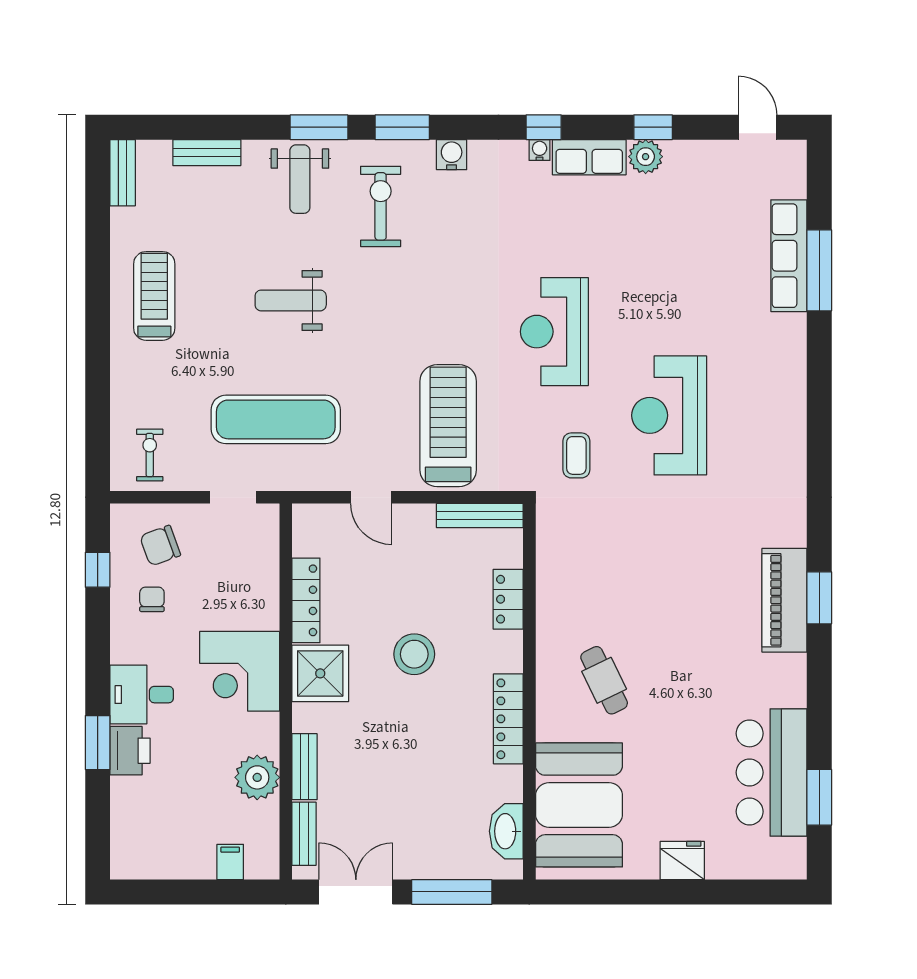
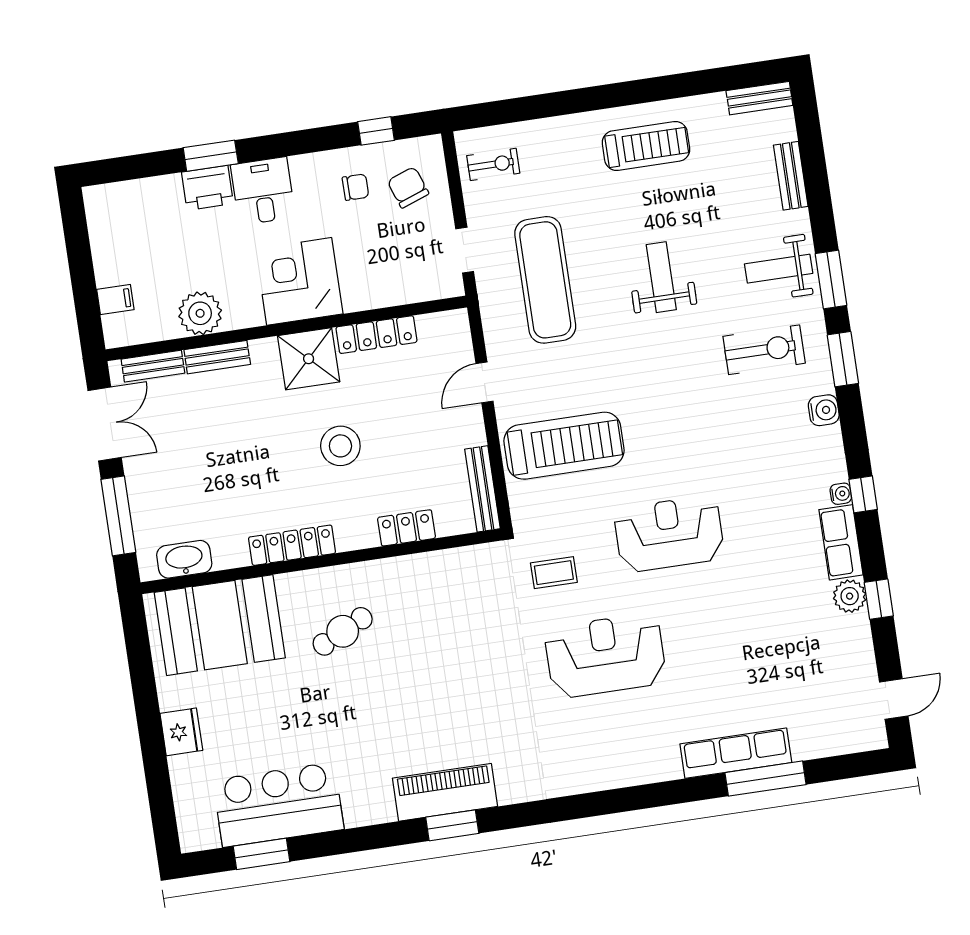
row of seats: (789, 256) -> (736, 753), moved

